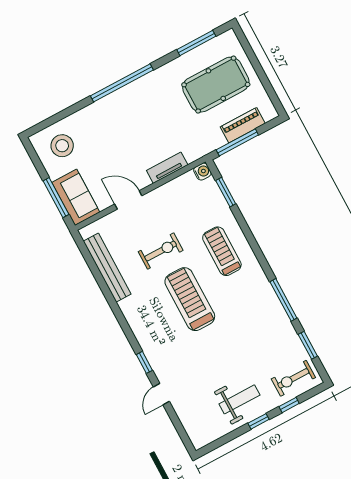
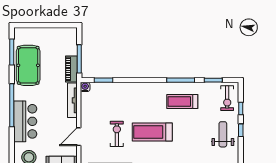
pool table: (216, 85) -> (28, 65), moved
bar counter: (110, 114) -> (25, 121), added
piano: (243, 125) -> (71, 69), moved
tv unit: (167, 168) -> (72, 100), width x1.41
treadmill: (222, 251) -> (182, 102), moved

